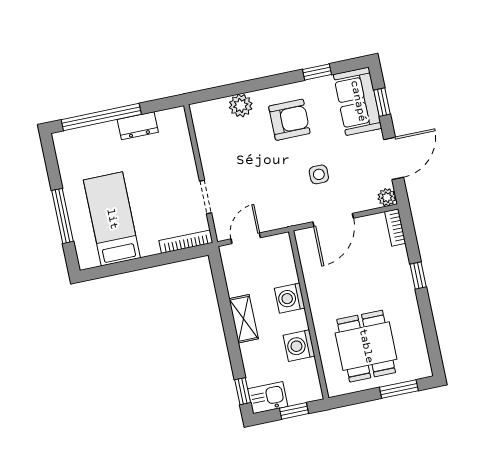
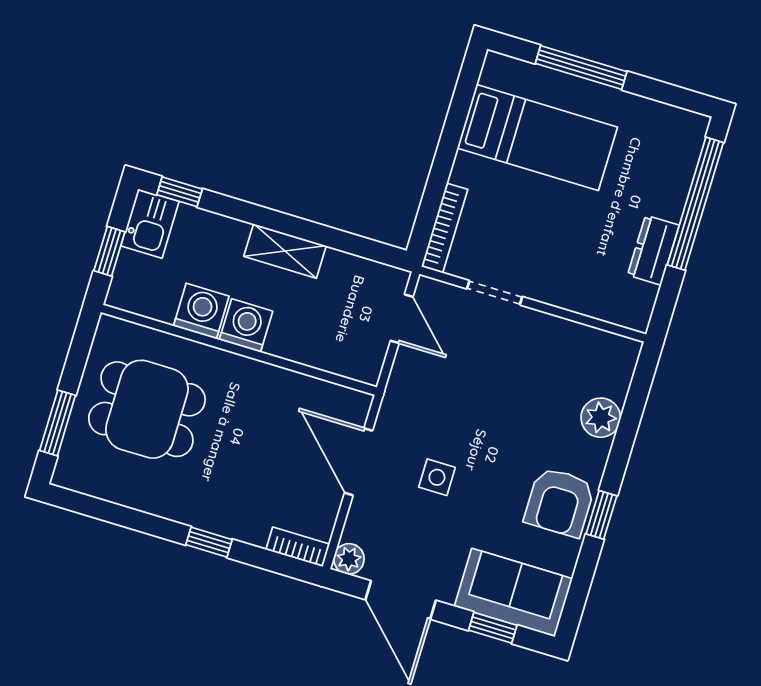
window: (317, 72) -> (601, 515), moved
armchair: (289, 120) -> (560, 502), moved
washing machine: (290, 298) -> (246, 326), moved

